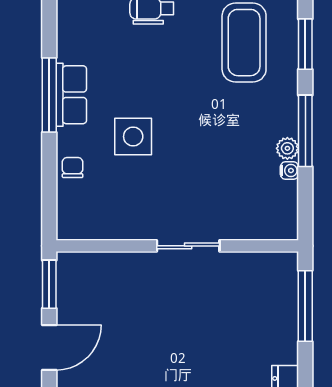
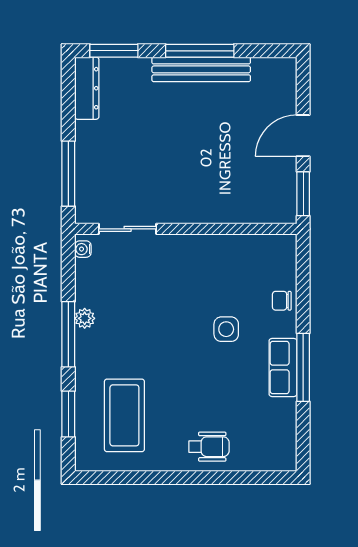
side table: (133, 137) -> (226, 329), width x0.73, depth x0.73
chair: (73, 168) -> (282, 301), turned 90
water cooler: (289, 171) -> (83, 249), moved
sliding door: (188, 246) -> (128, 229), moved

